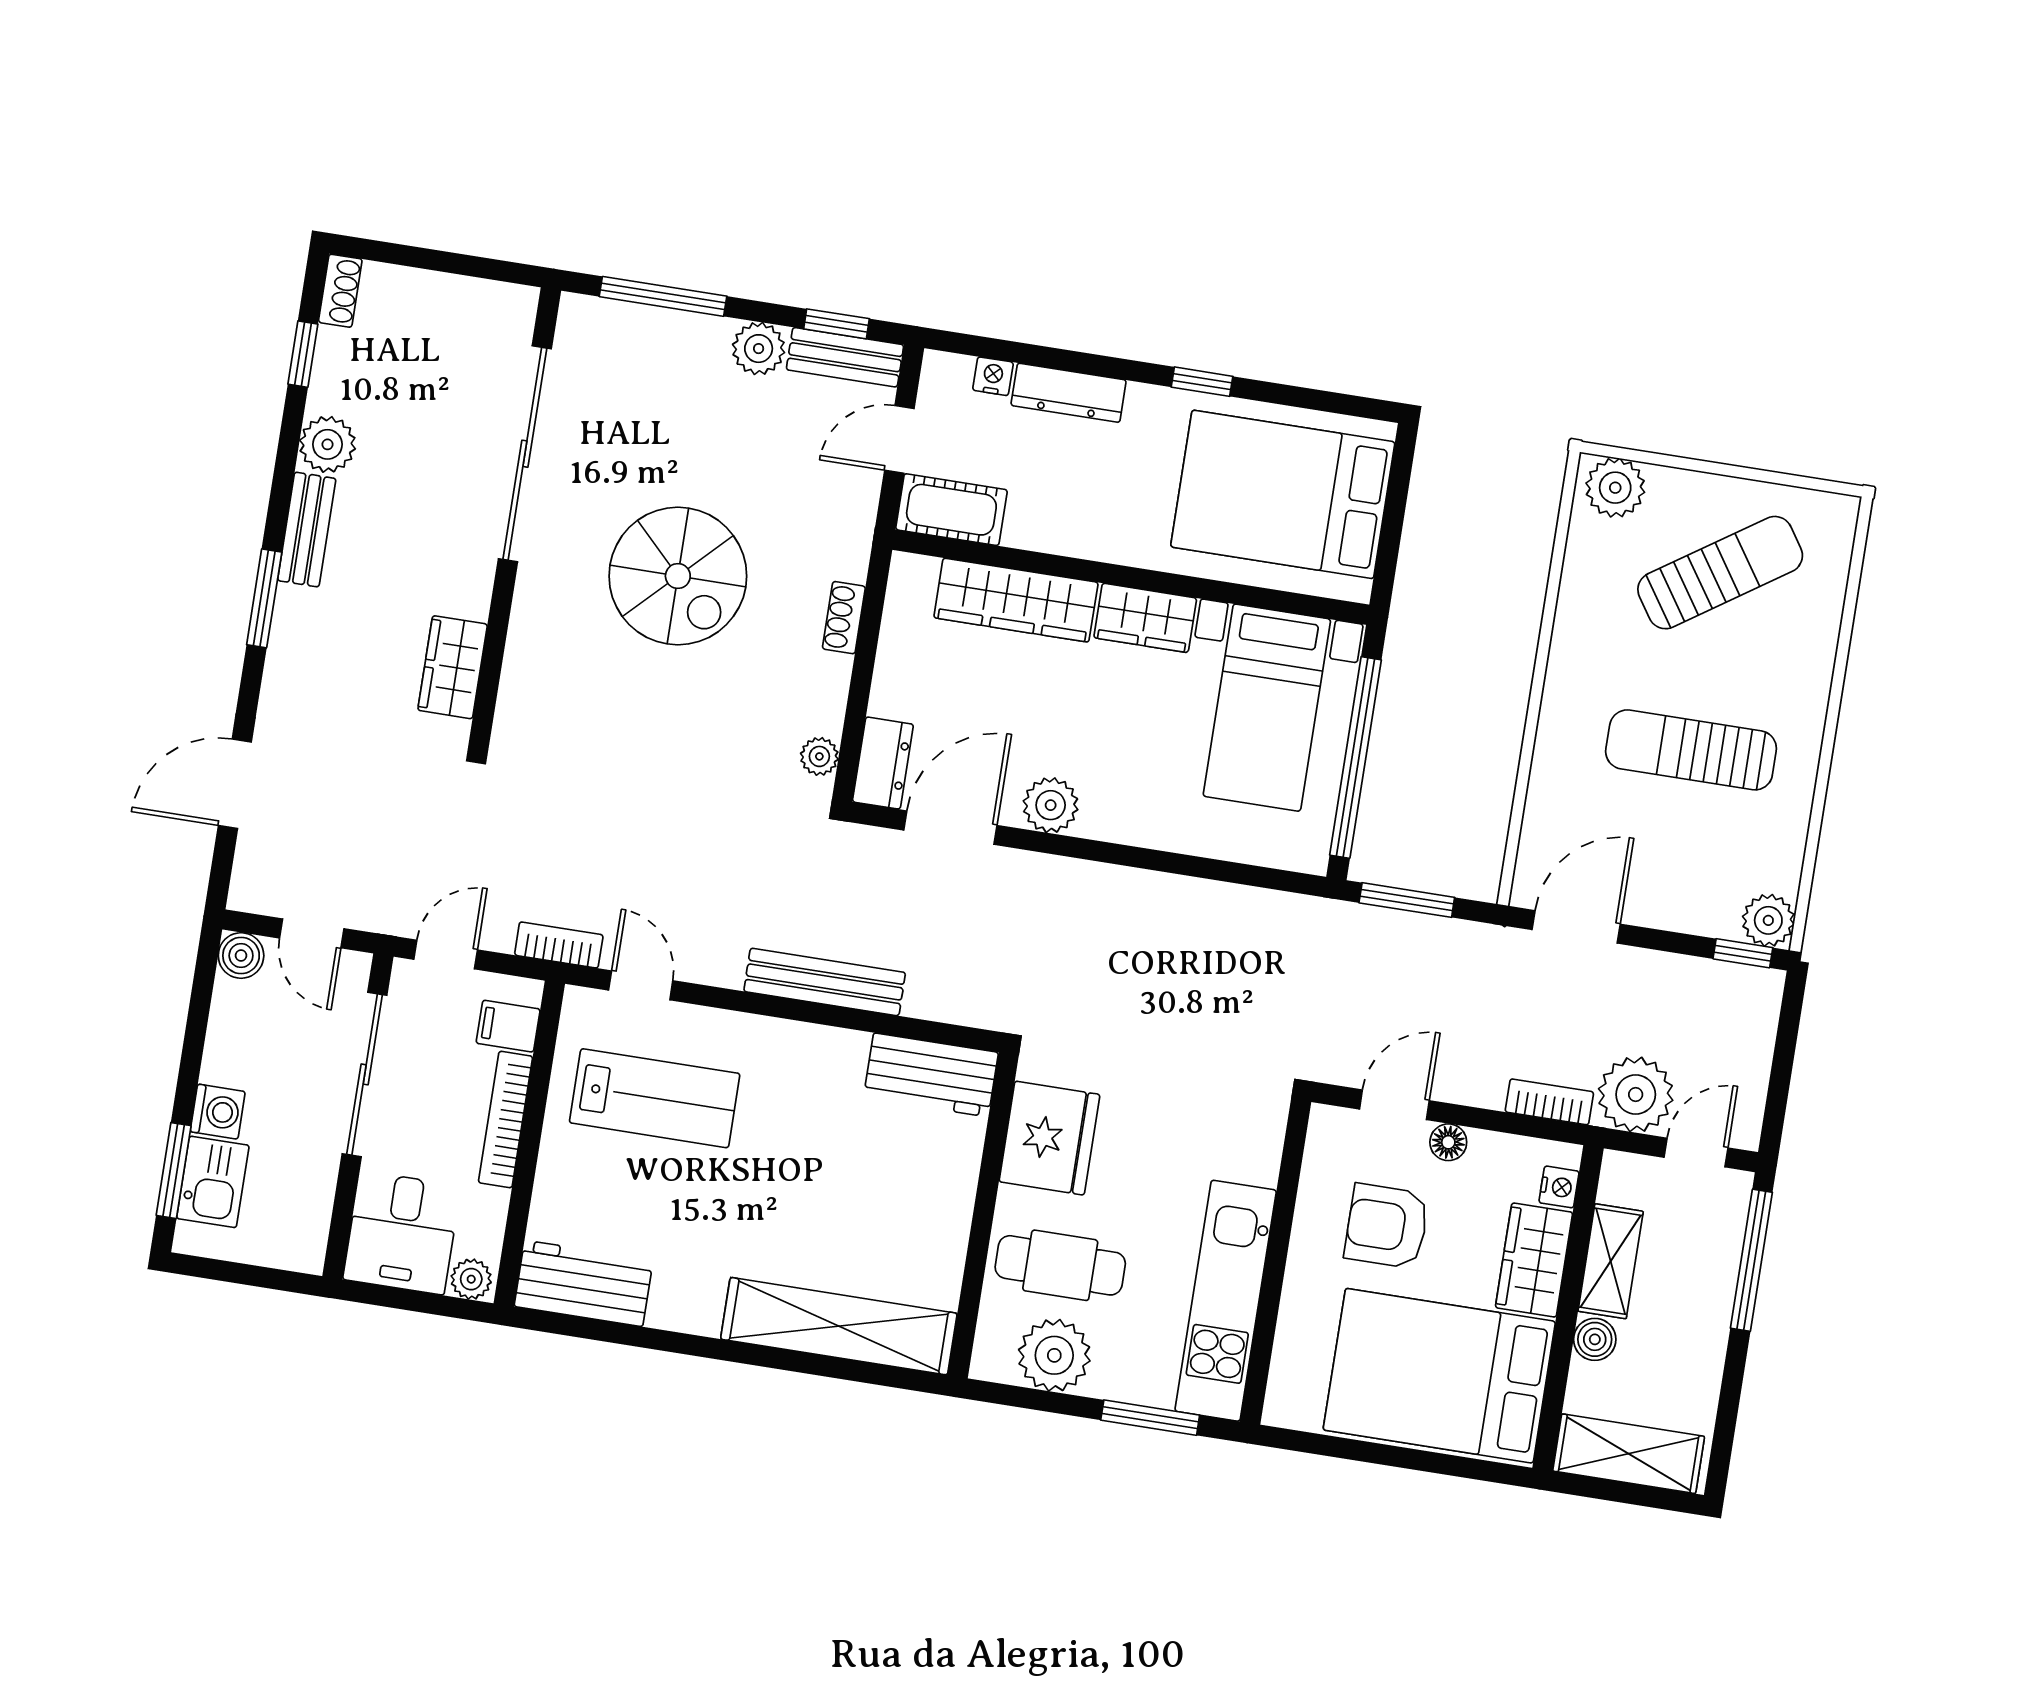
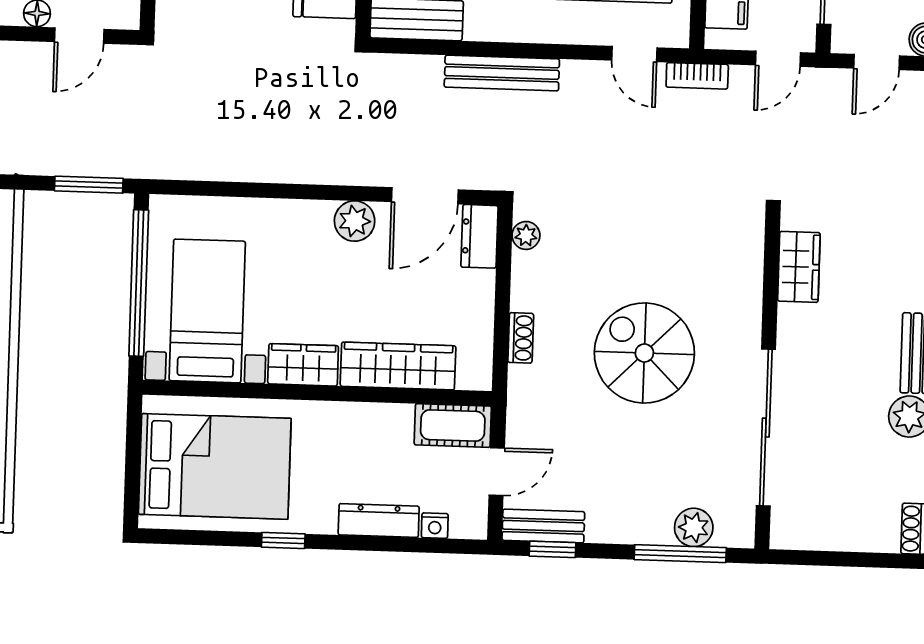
plant: (759, 349) -> (694, 527), moved
door: (312, 933) -> (877, 62), swing flipped

